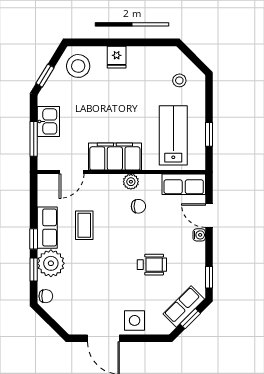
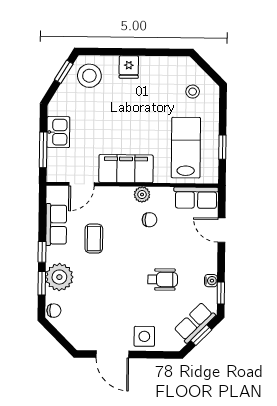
window: (45, 76) -> (64, 72), moved
row of seats: (47, 228) -> (56, 225), moved
water cooler: (199, 235) -> (211, 281), moved

